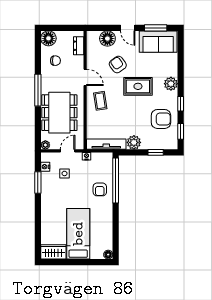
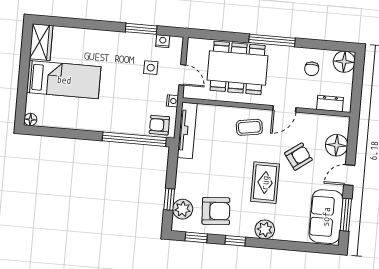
armchair: (161, 119) -> (216, 211), turned -94
plant: (134, 142) -> (183, 209), moved
plant: (45, 145) -> (193, 44), removed
armchair: (100, 189) -> (159, 125), moved

